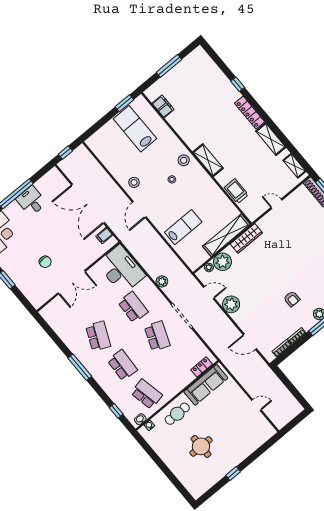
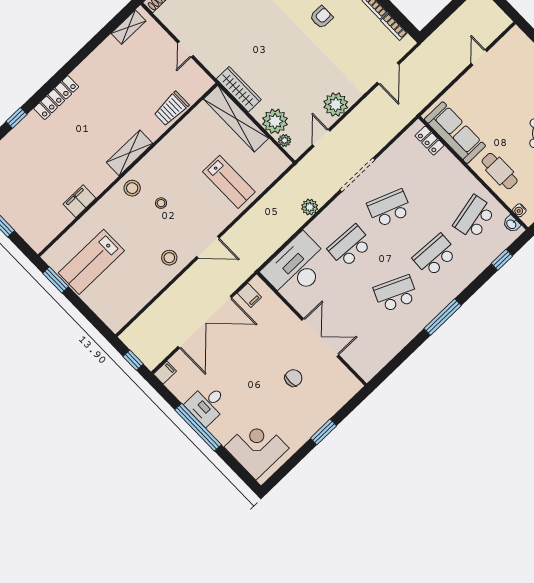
filing cabinet: (163, 106) -> (79, 201), moved
shelving: (271, 139) -> (92, 64), removed
filing cabinet: (55, 174) -> (165, 373), added
lab bench: (183, 227) -> (229, 182), turned 180

